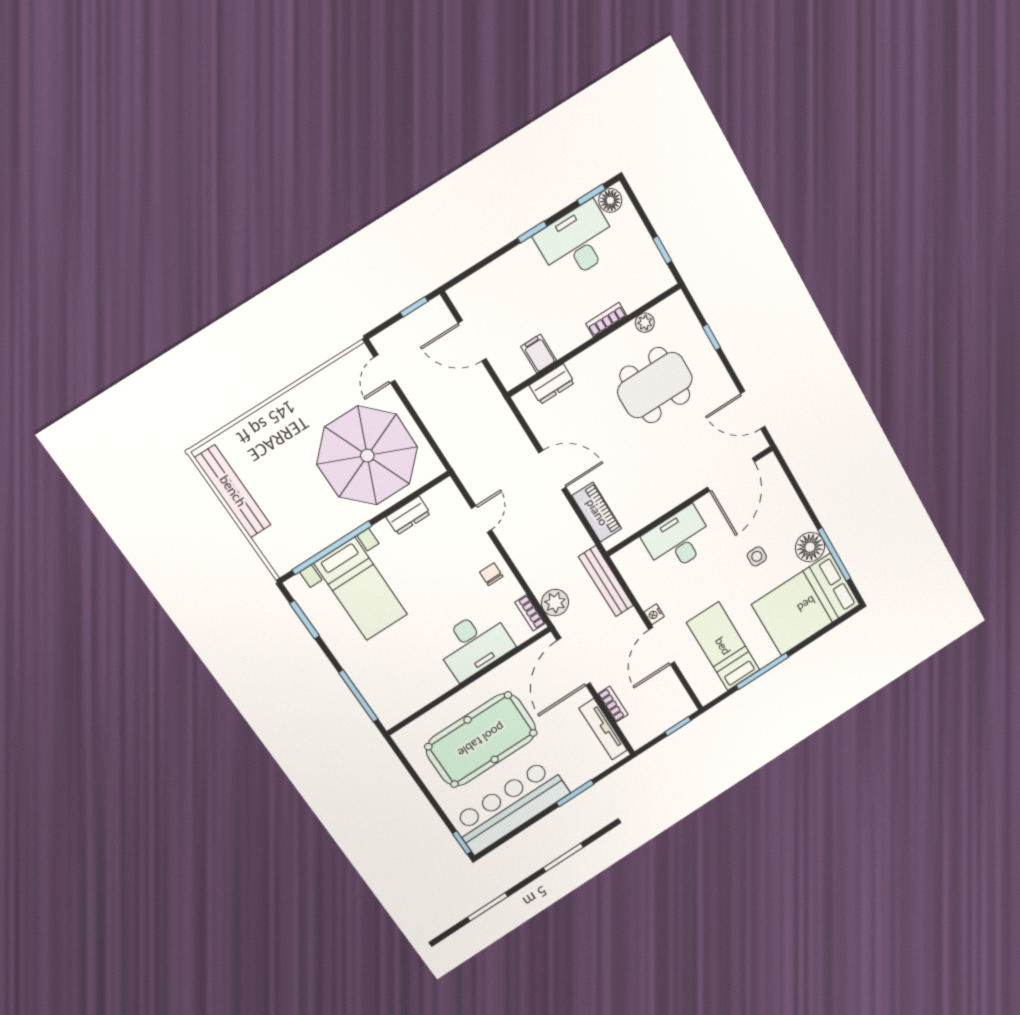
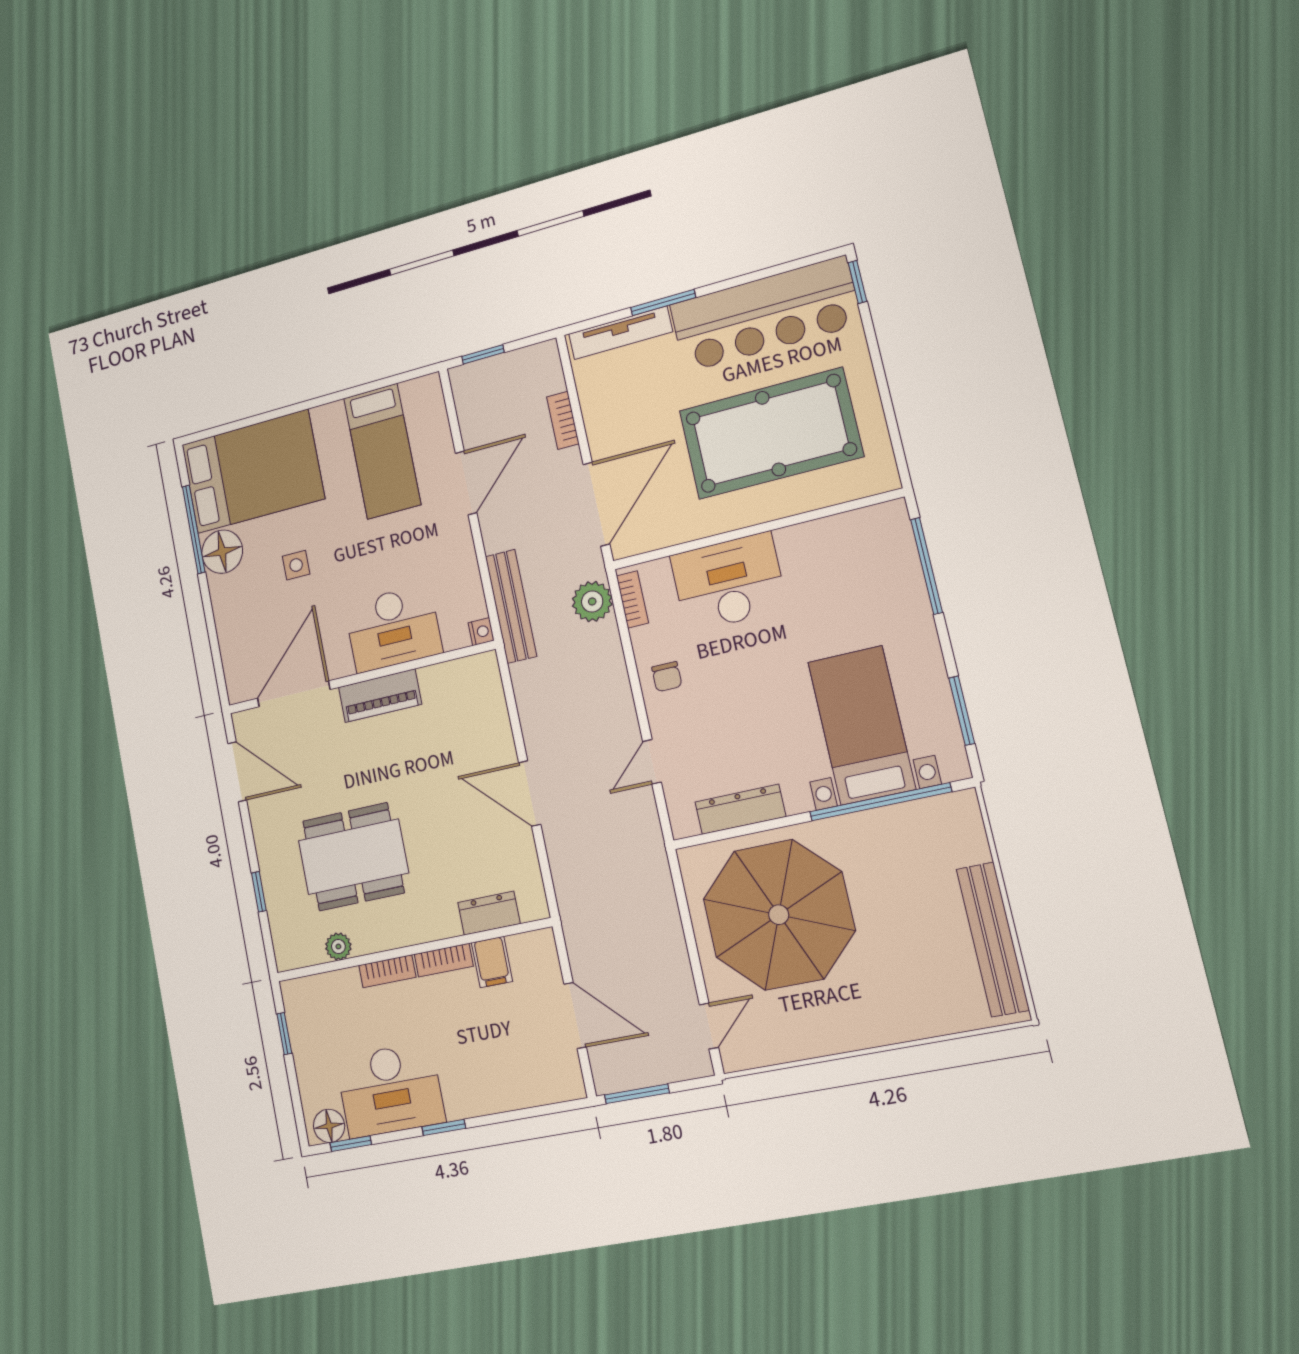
window: (414, 307) -> (637, 1094), width x1.50
bookcase: (571, 342) -> (444, 960), added
piano: (597, 512) -> (380, 696), moved, turned -90
dresser: (408, 515) -> (740, 809), width x1.44
nightstand: (654, 614) -> (481, 632), moved
window: (762, 671) -> (341, 395), removed
tv unit: (603, 729) -> (621, 333), moved, turned 90

